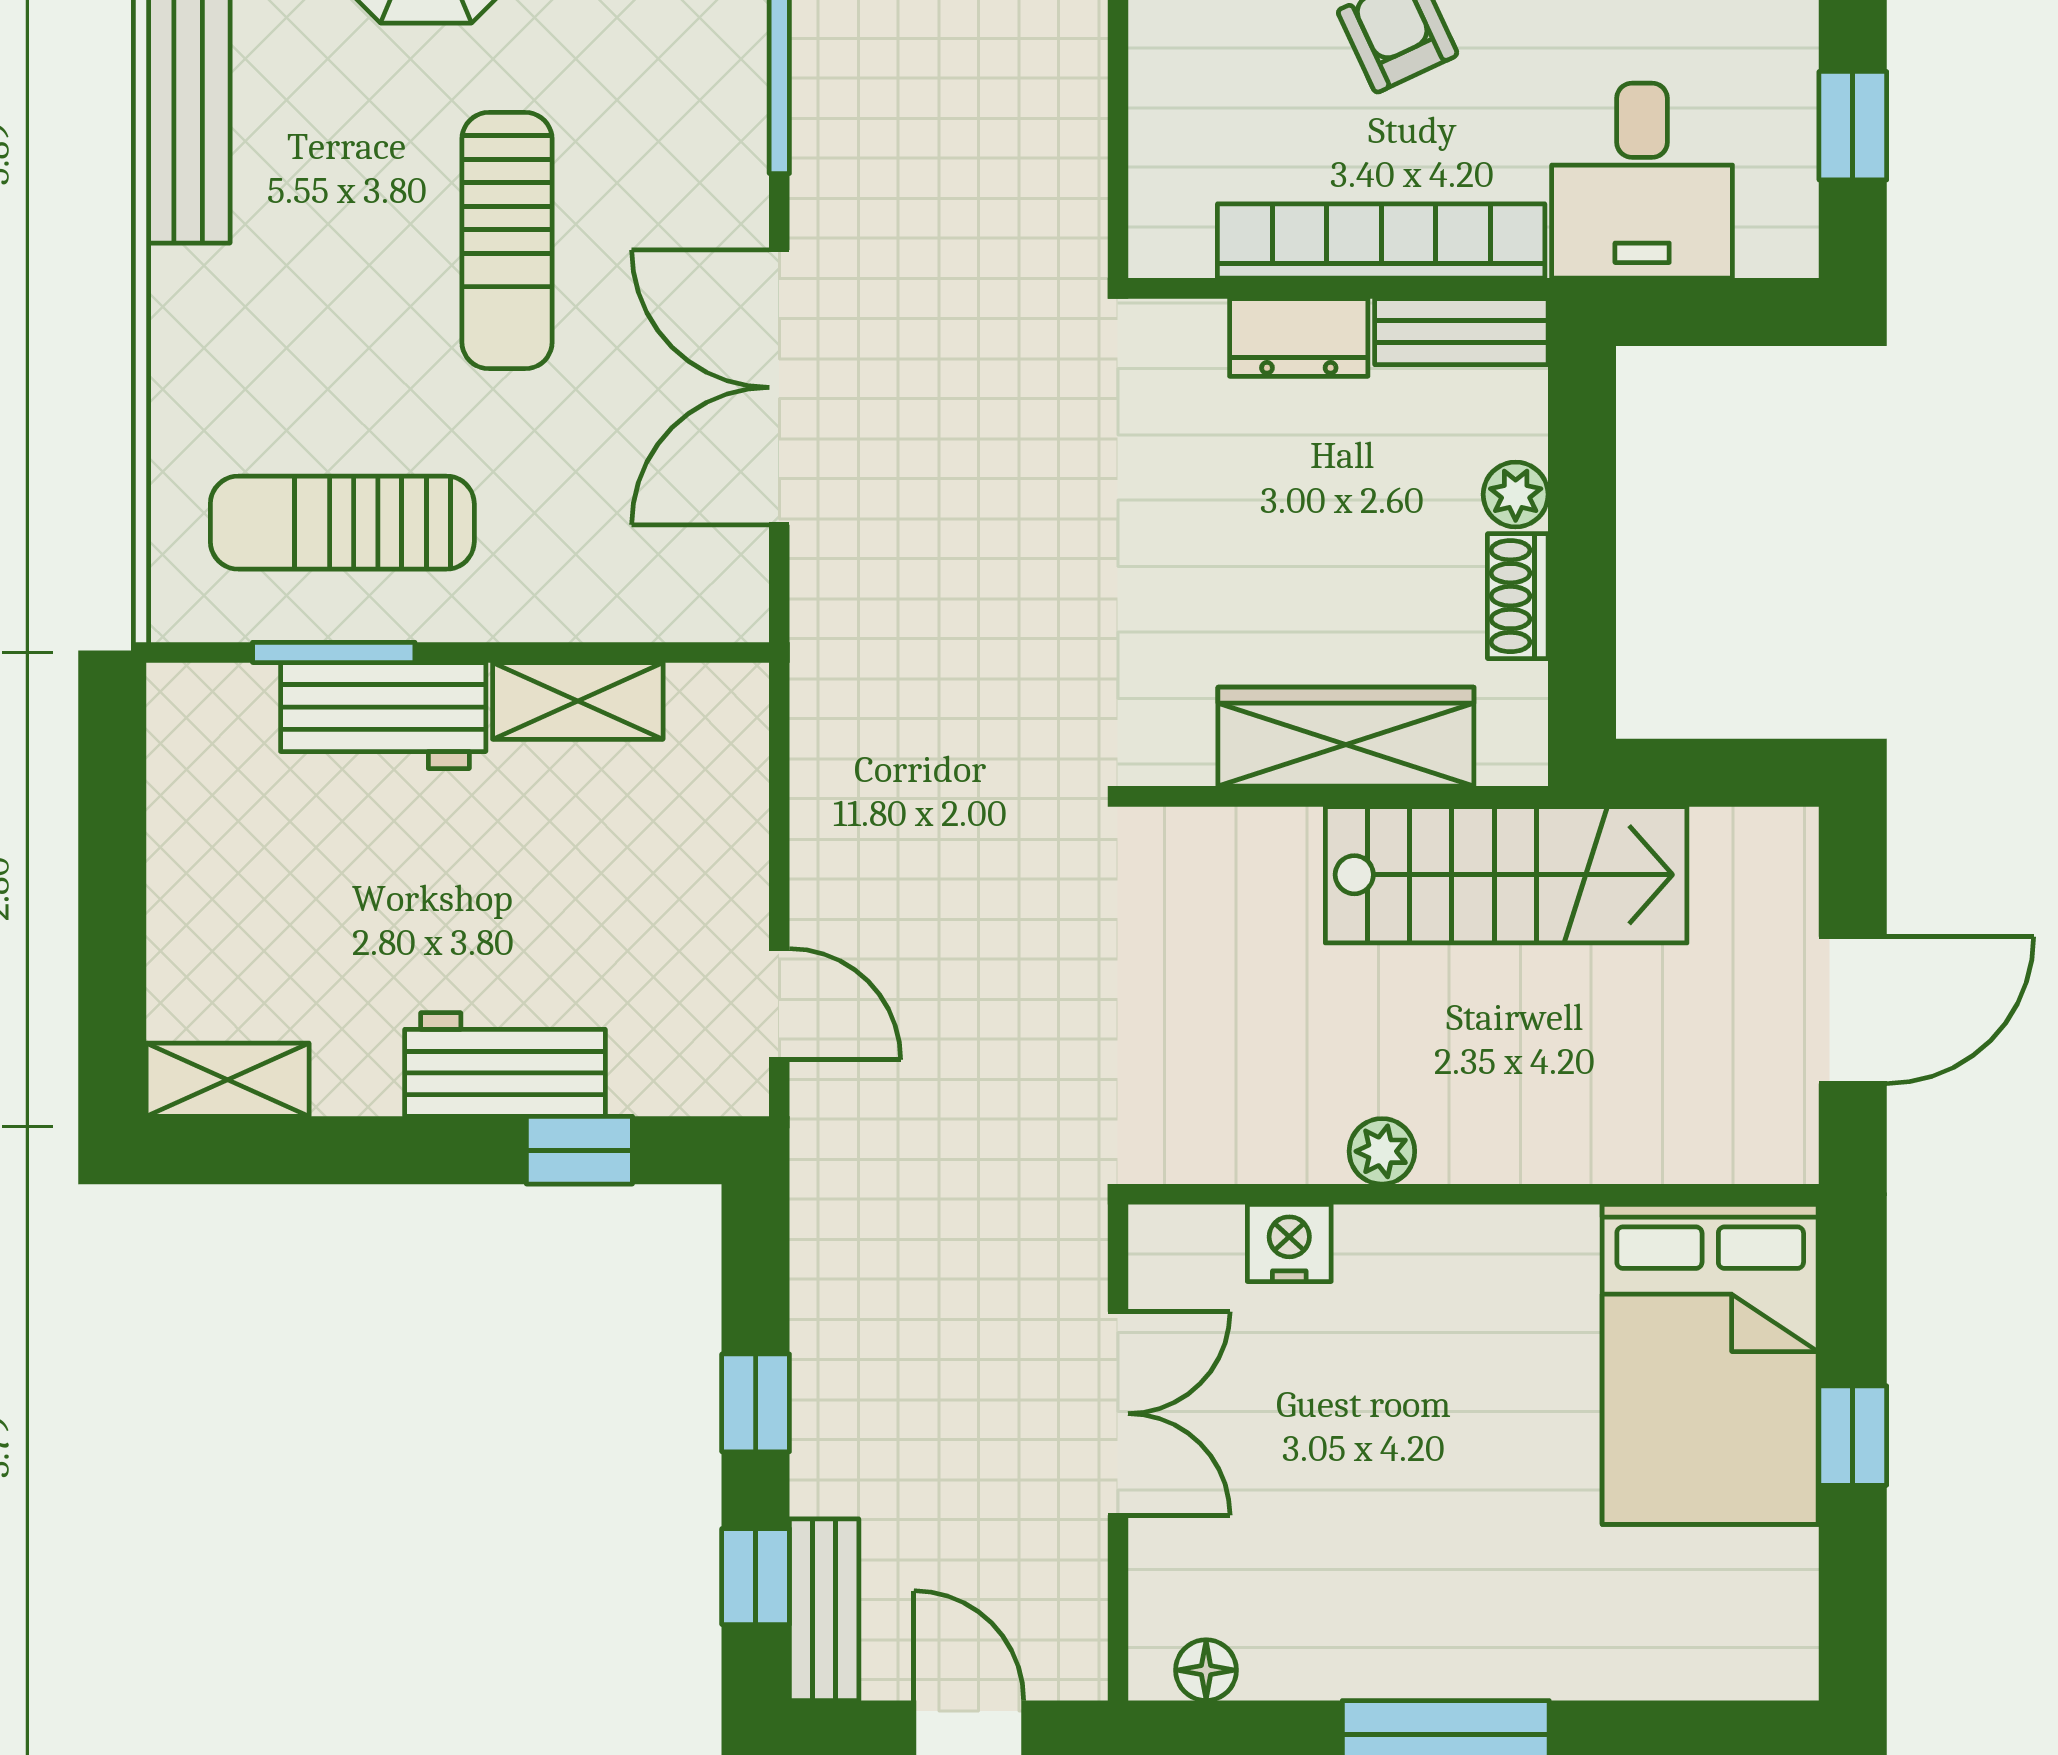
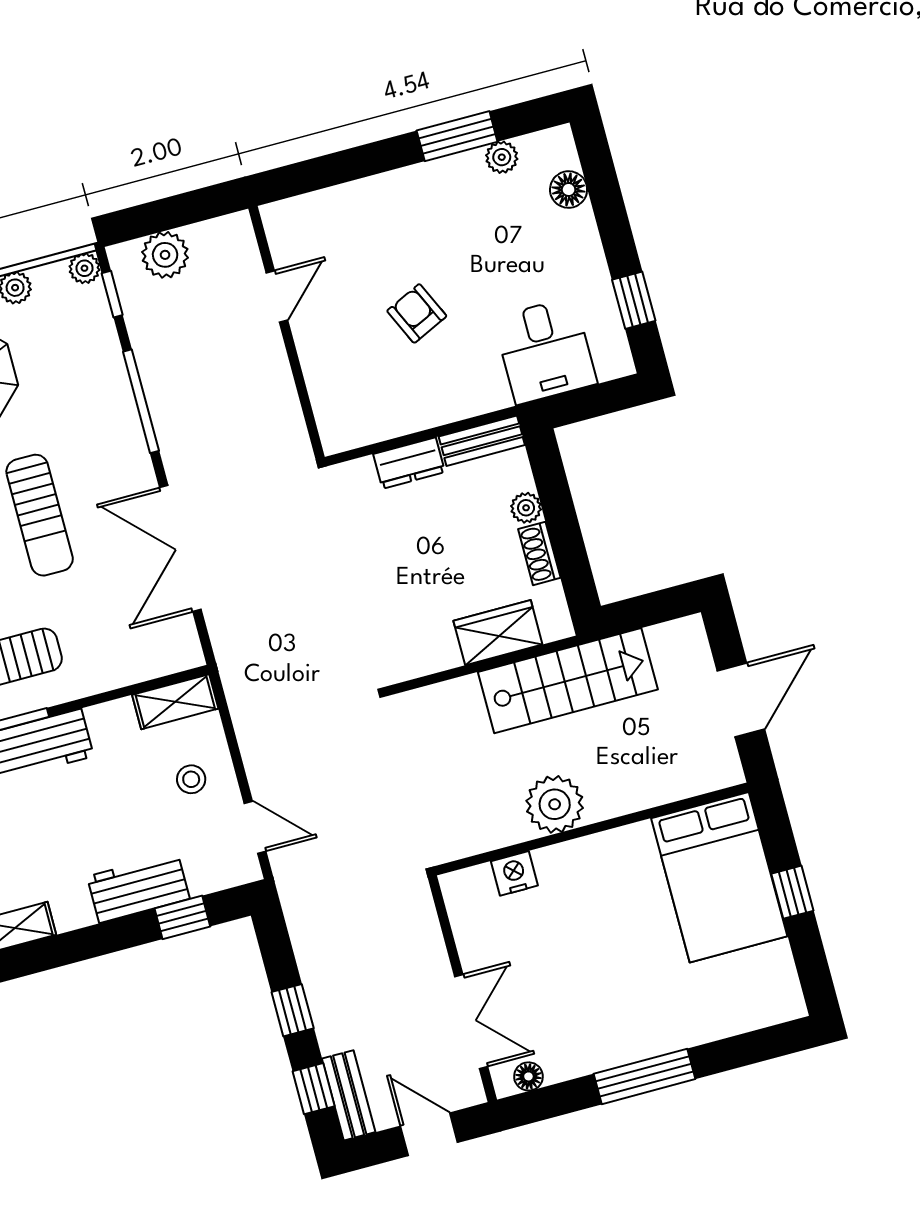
bookcase: (1381, 241) -> (435, 410), removed
shelving: (578, 701) -> (175, 702), moved
wardrobe: (1346, 737) -> (498, 633), width x0.67
stool: (674, 870) -> (191, 779), added
plant: (1382, 1151) -> (555, 804), width x1.87, depth x1.87
double door: (1118, 1414) -> (471, 1022), moved

